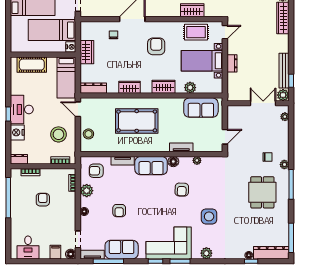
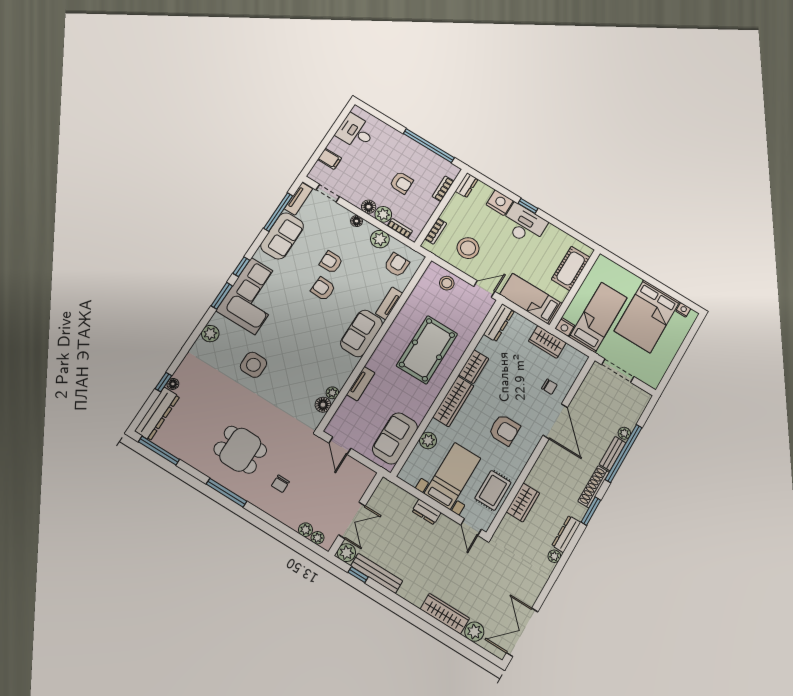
wardrobe: (164, 87) -> (453, 401), width x1.50
floor lamp: (173, 162) -> (323, 405), moved
plant: (284, 165) -> (305, 530), moved
armchair: (182, 190) -> (323, 289), moved
plant: (70, 198) -> (383, 214), added
floor lamp: (71, 254) -> (369, 207), moved

